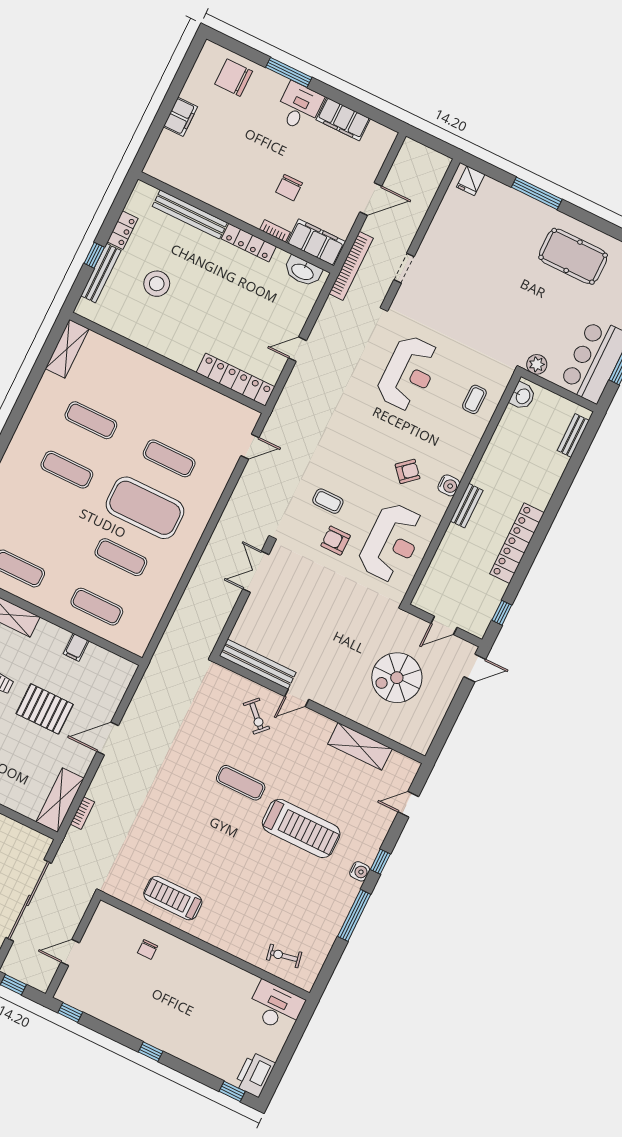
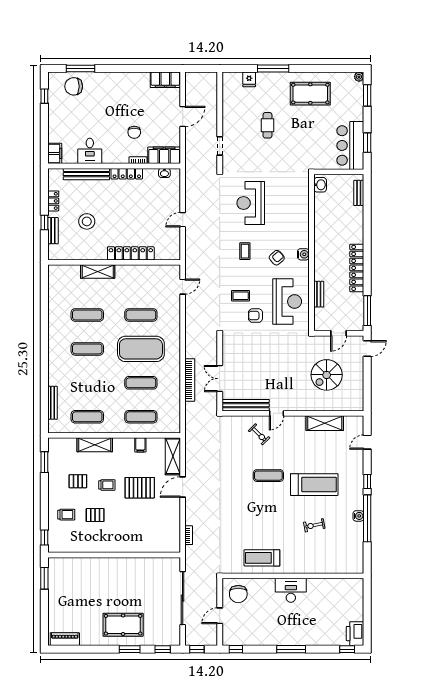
window: (184, 71) -> (44, 96), added
window: (289, 72) -> (80, 68), moved
desk: (299, 107) -> (90, 151), moved, turned 180
filing cabinet: (180, 117) -> (55, 153), moved
filing cabinet: (343, 119) -> (165, 80), moved
fridge: (471, 181) -> (249, 79), moved
bookcase: (351, 266) -> (190, 380), moved
washbasin: (303, 271) -> (164, 173), width x0.52, depth x0.69
cafe table: (488, 272) -> (267, 125), added
bench: (101, 273) -> (53, 231), width x0.73
shelving: (67, 349) -> (98, 272), moved, turned 90
plant: (537, 364) -> (319, 163), removed
reception desk: (409, 373) -> (251, 203), turned 180
locker: (235, 380) -> (131, 253), moved
coffee table: (474, 399) -> (245, 251), moved
bench: (467, 506) -> (319, 294), moved
double door: (256, 572) -> (220, 379), moved
window: (502, 613) -> (367, 311), width x2.17
shelving: (60, 800) -> (173, 456), moved
water cooler: (360, 871) -> (358, 516), moved
window: (354, 915) -> (367, 518), width x1.46
chair: (148, 949) -> (238, 594), moved, width x1.87, depth x1.87
exercise bike: (284, 956) -> (314, 525), moved
desk: (276, 1007) -> (291, 590), moved
window: (151, 1052) -> (291, 649), width x2.17

